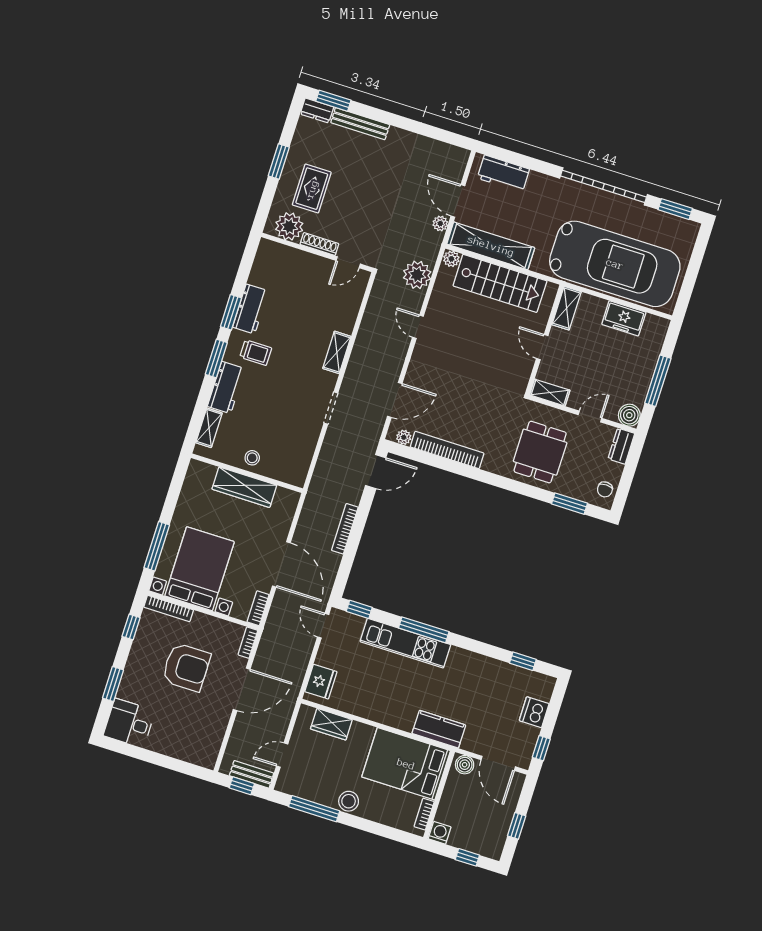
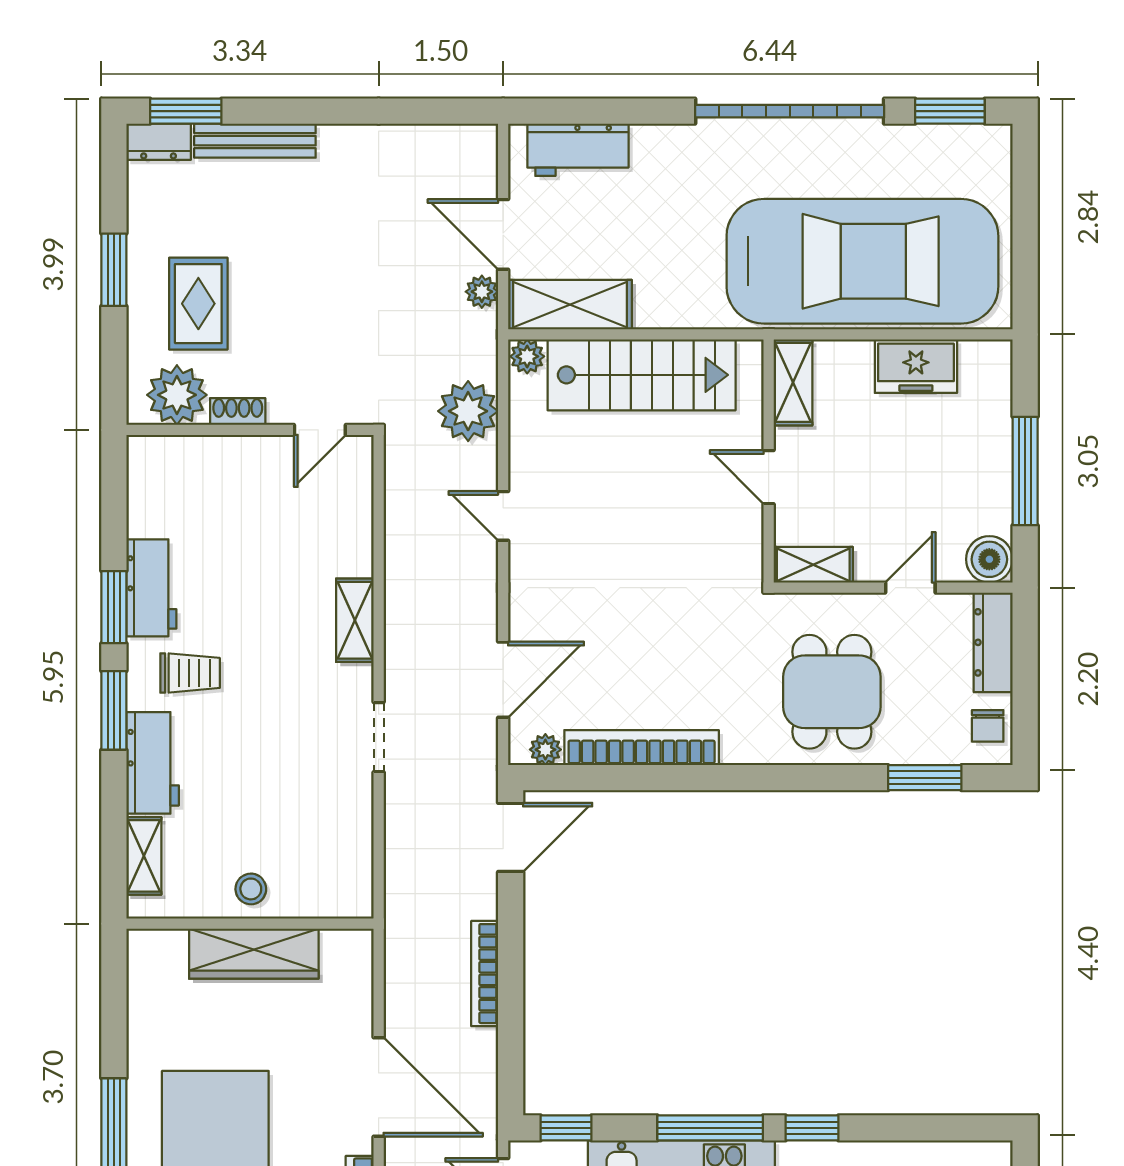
shoe rack: (319, 244) -> (238, 411), width x0.70
shelving: (491, 246) -> (570, 305), width x0.68
dresser: (621, 446) -> (993, 642), width x1.44
window: (523, 661) -> (812, 1128), moved

